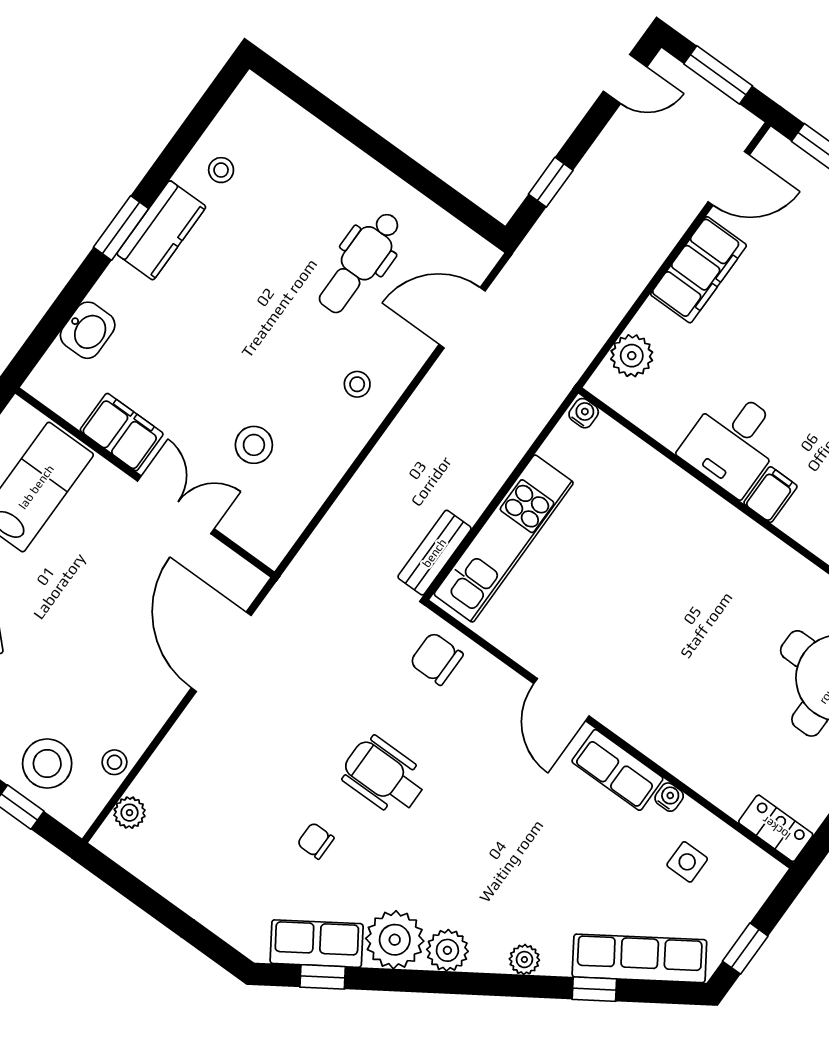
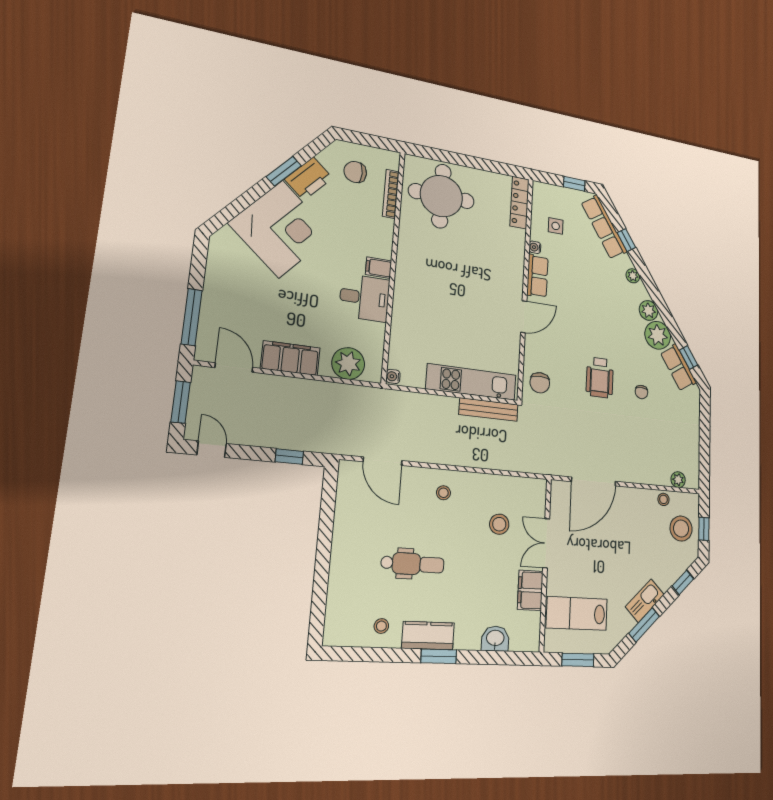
dental chair: (360, 262) -> (413, 564), moved
plant: (632, 356) -> (348, 363), width x1.36, depth x1.36
bench: (434, 553) -> (489, 409), width x1.36
locker: (776, 828) -> (520, 203), width x1.53

